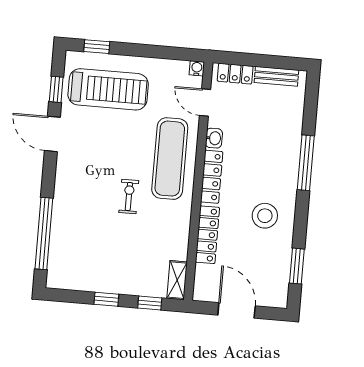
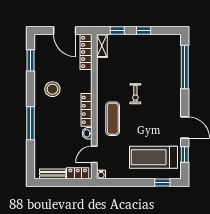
door: (205, 103) -> (94, 154), swing flipped
exercise mat: (170, 159) -> (113, 119), width x0.73, depth x0.69
locker: (207, 235) -> (86, 52), moved

